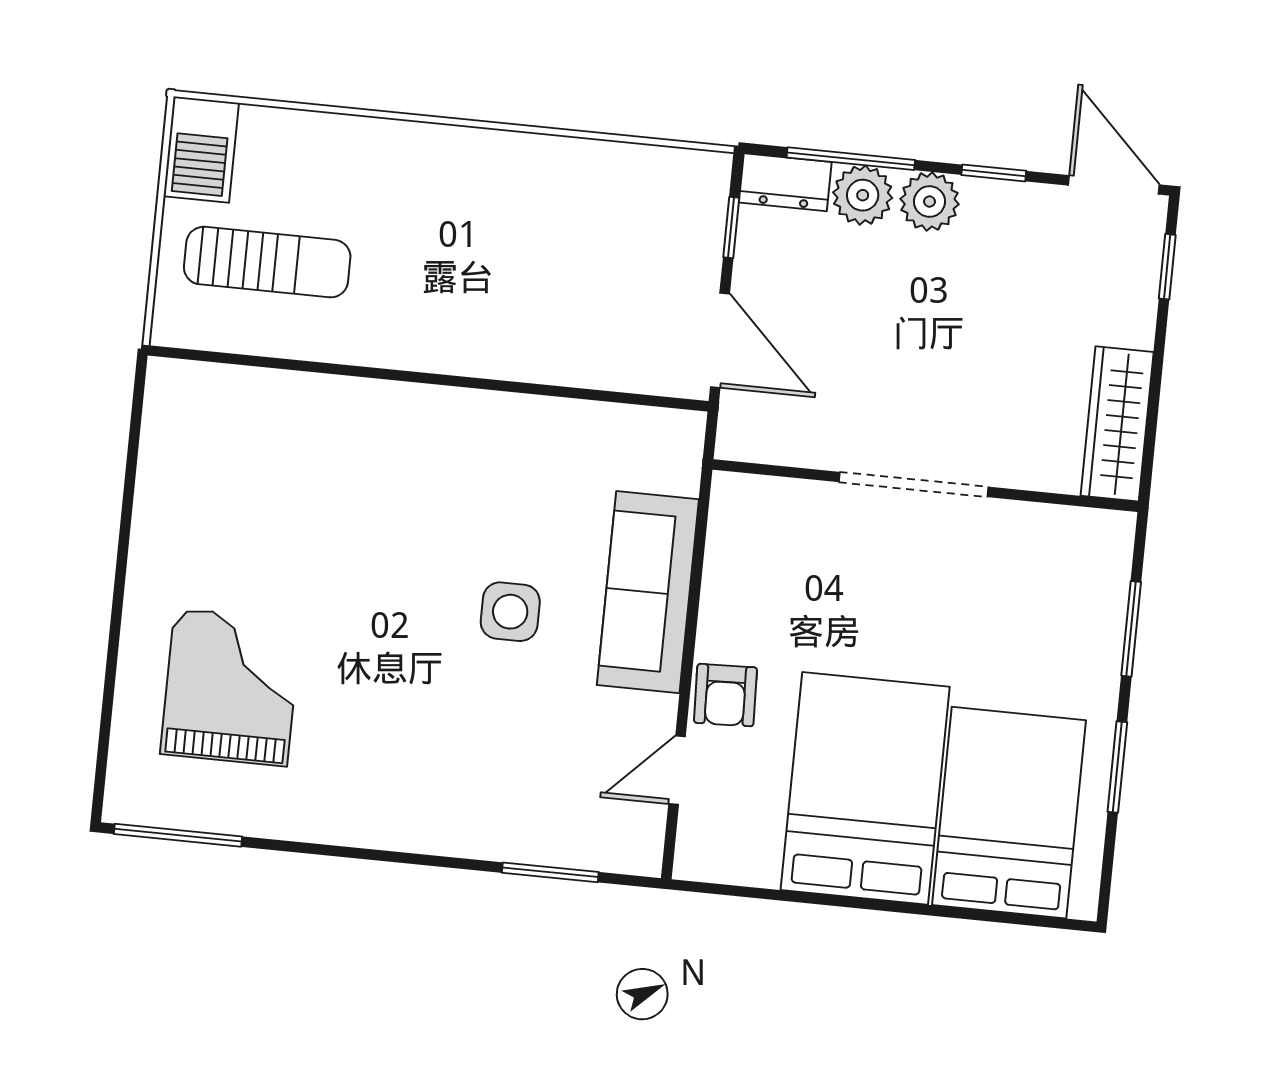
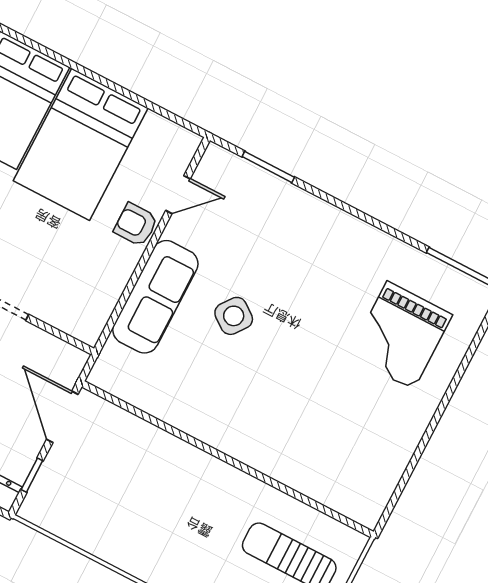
side table: (510, 612) -> (234, 316), turned 37
armchair: (725, 695) -> (136, 225), turned -88

